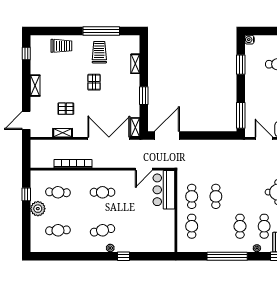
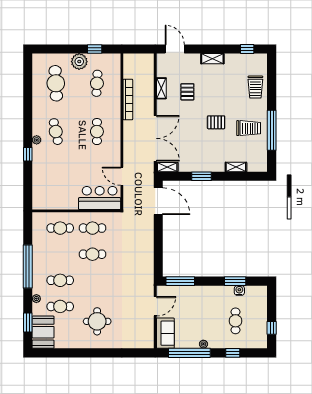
water cooler: (249, 40) -> (239, 291), moved
cafe table: (58, 230) -> (56, 83), width x1.37, depth x1.35

